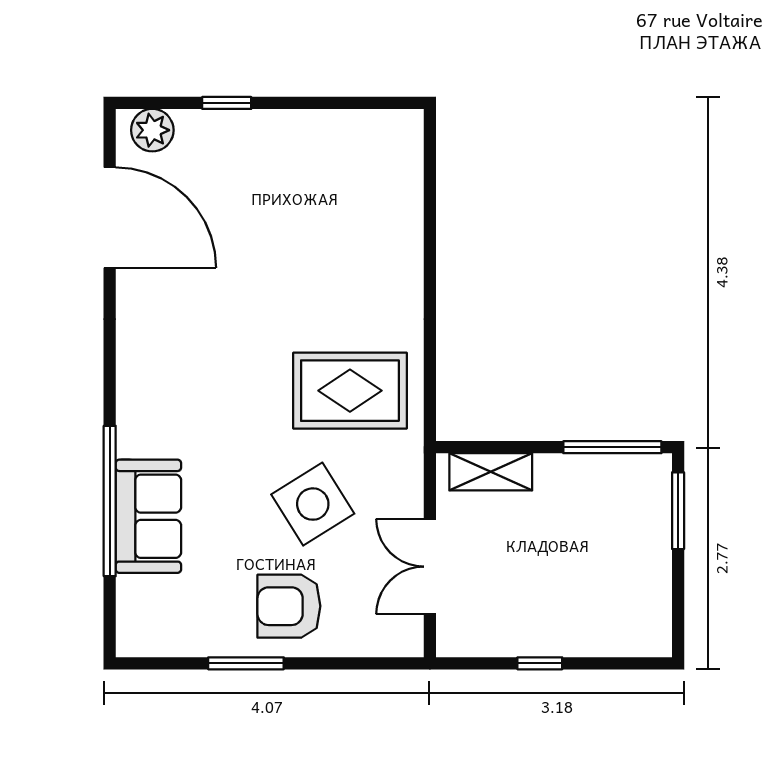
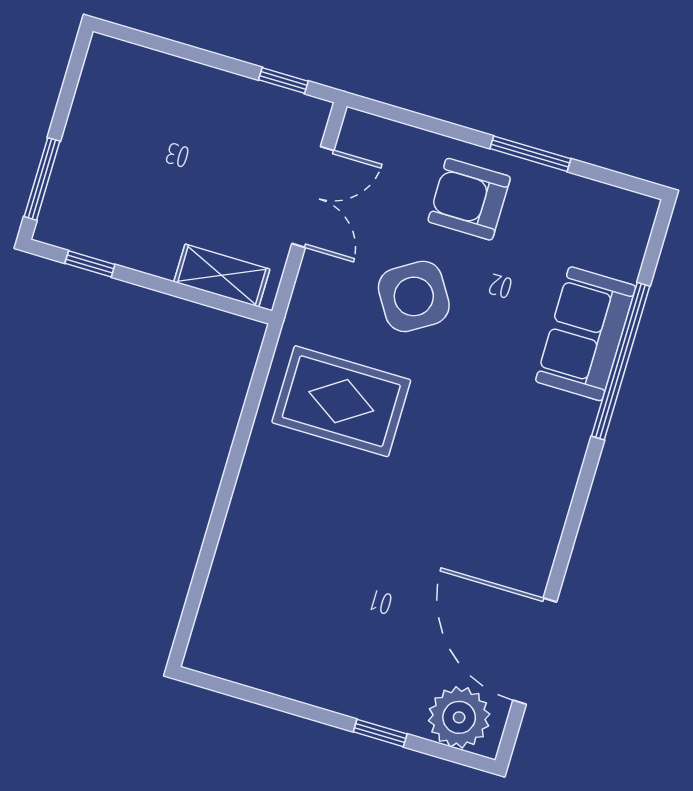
plant: (152, 130) -> (459, 717), width x1.36, depth x1.36
window: (612, 447) -> (90, 264), width x0.46
armchair: (289, 606) -> (469, 199), turned 180
window: (540, 663) -> (283, 81), moved

